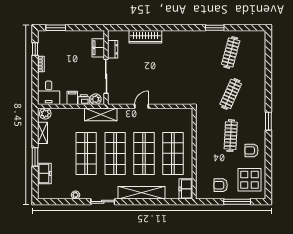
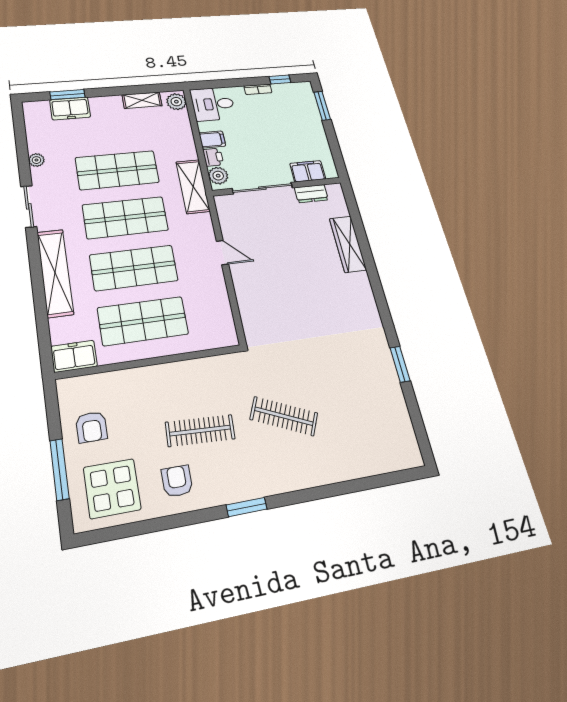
clothes rail: (231, 52) -> (364, 403), removed
window: (35, 157) -> (67, 95), moved
armchair: (221, 185) -> (91, 427), turned 180

